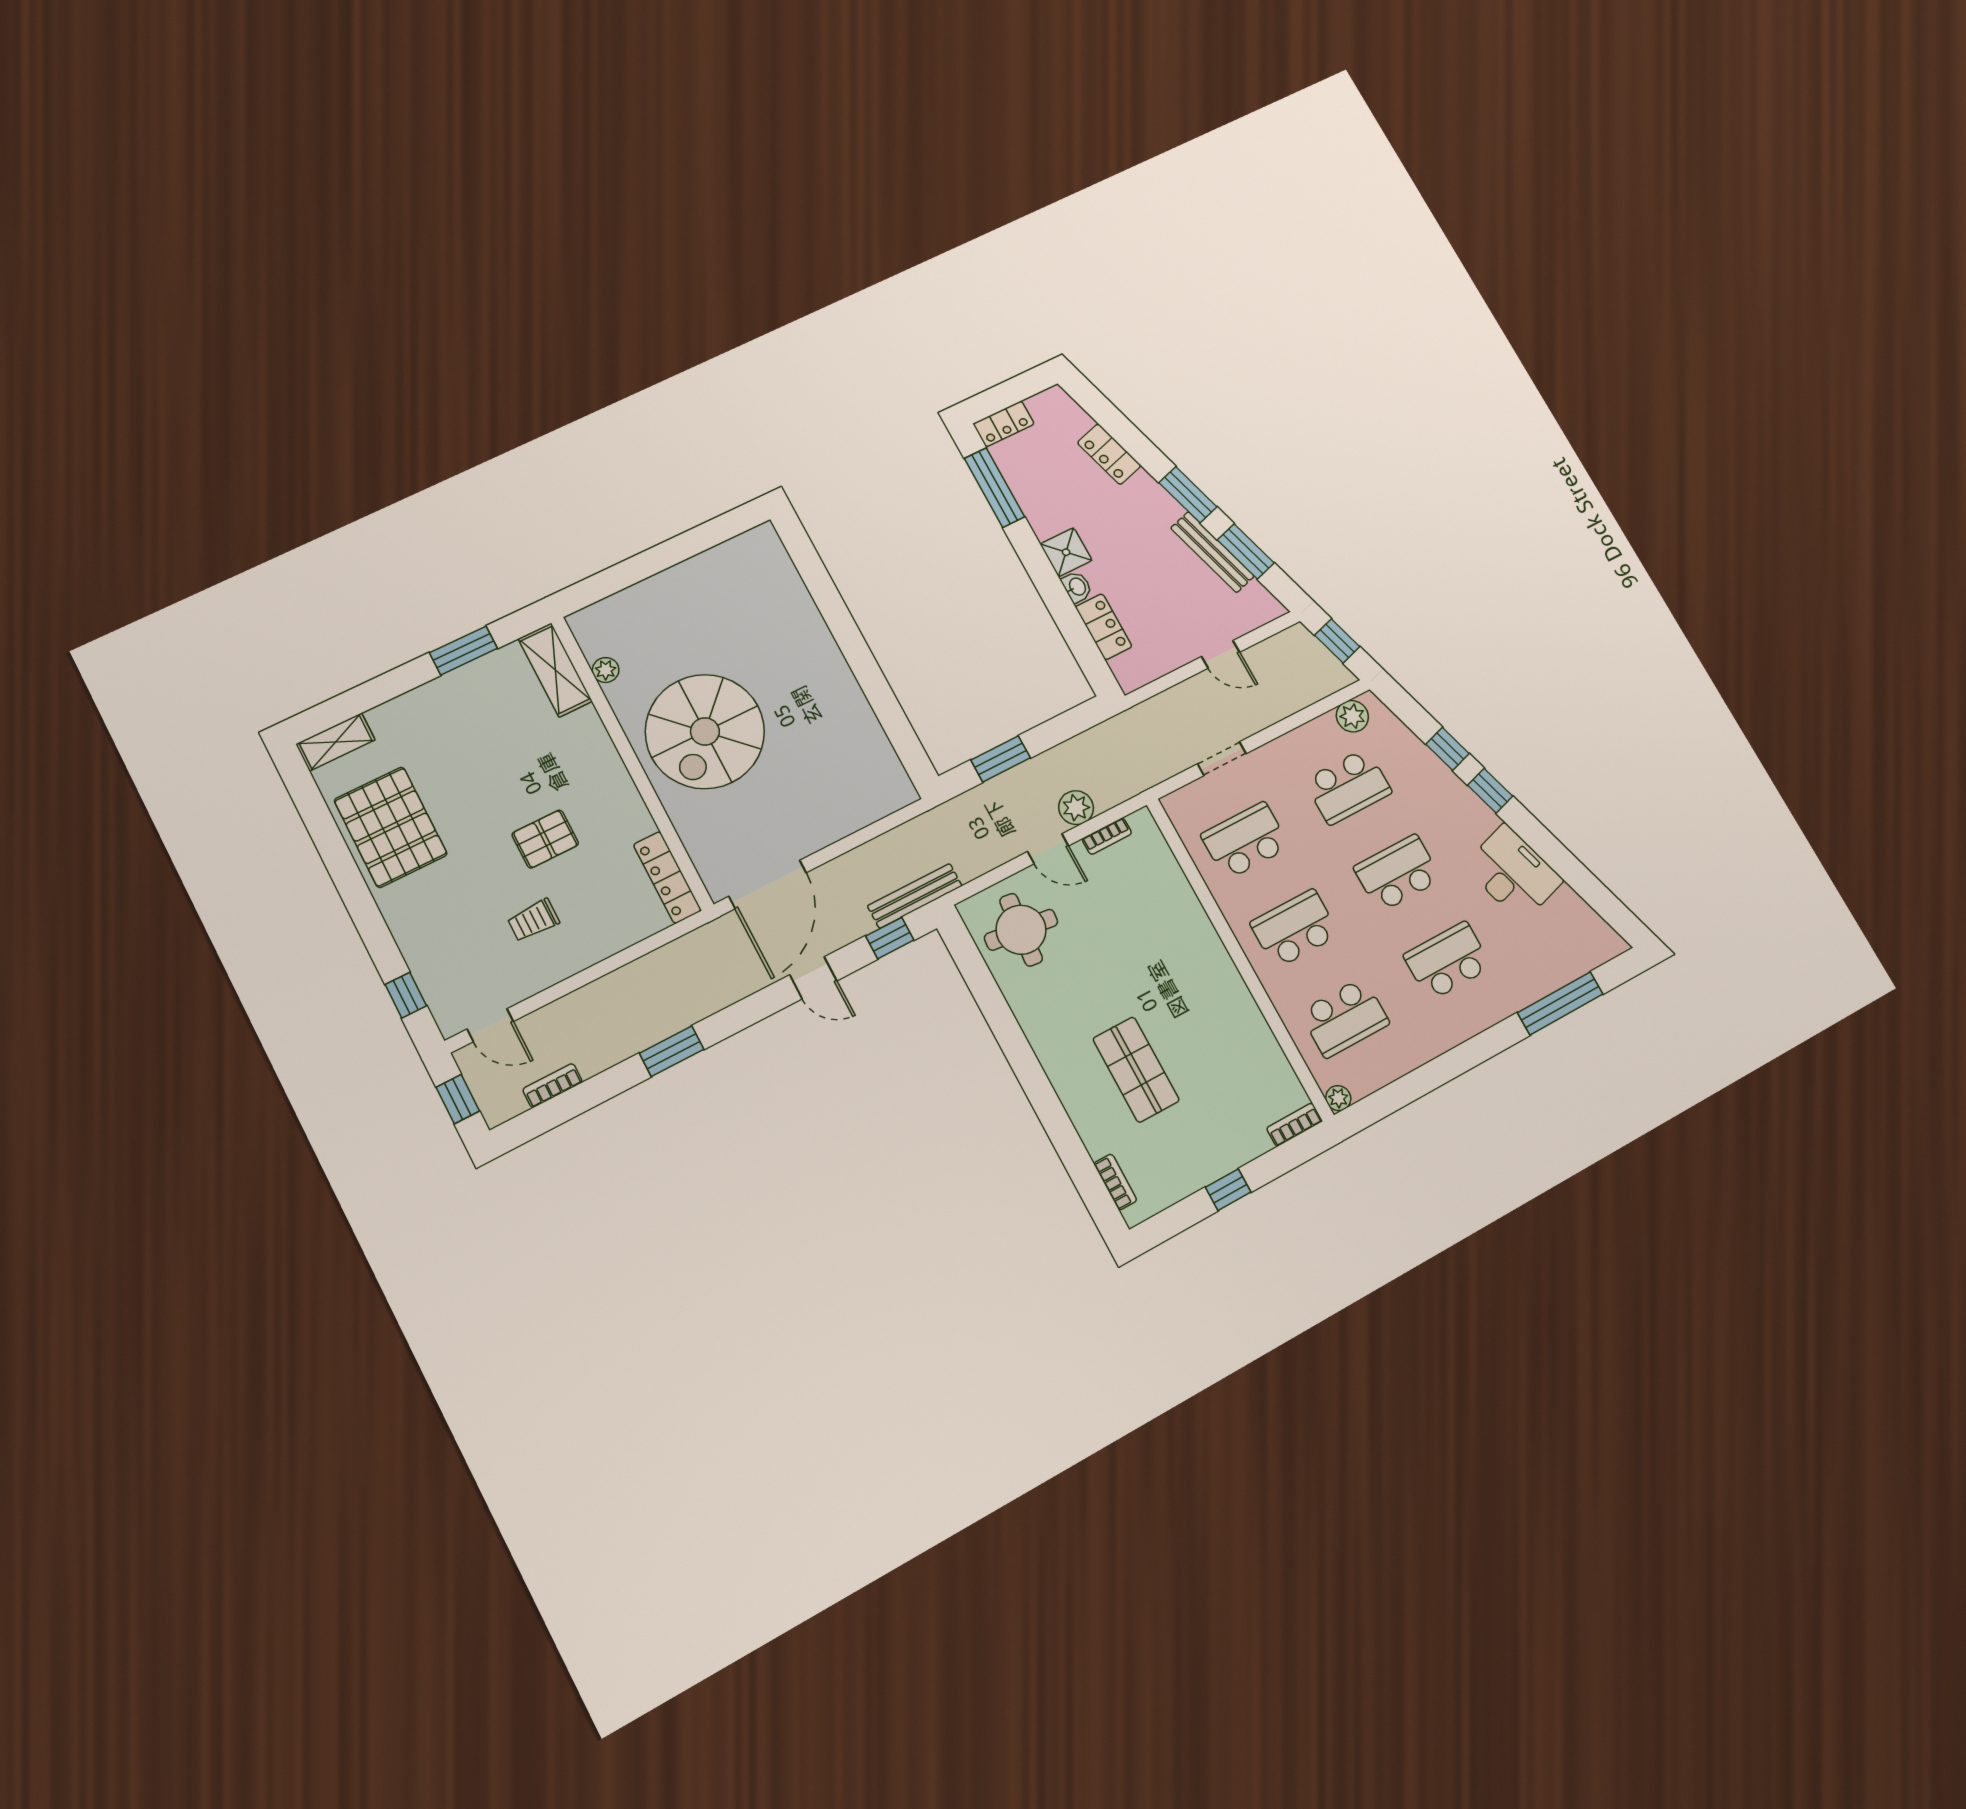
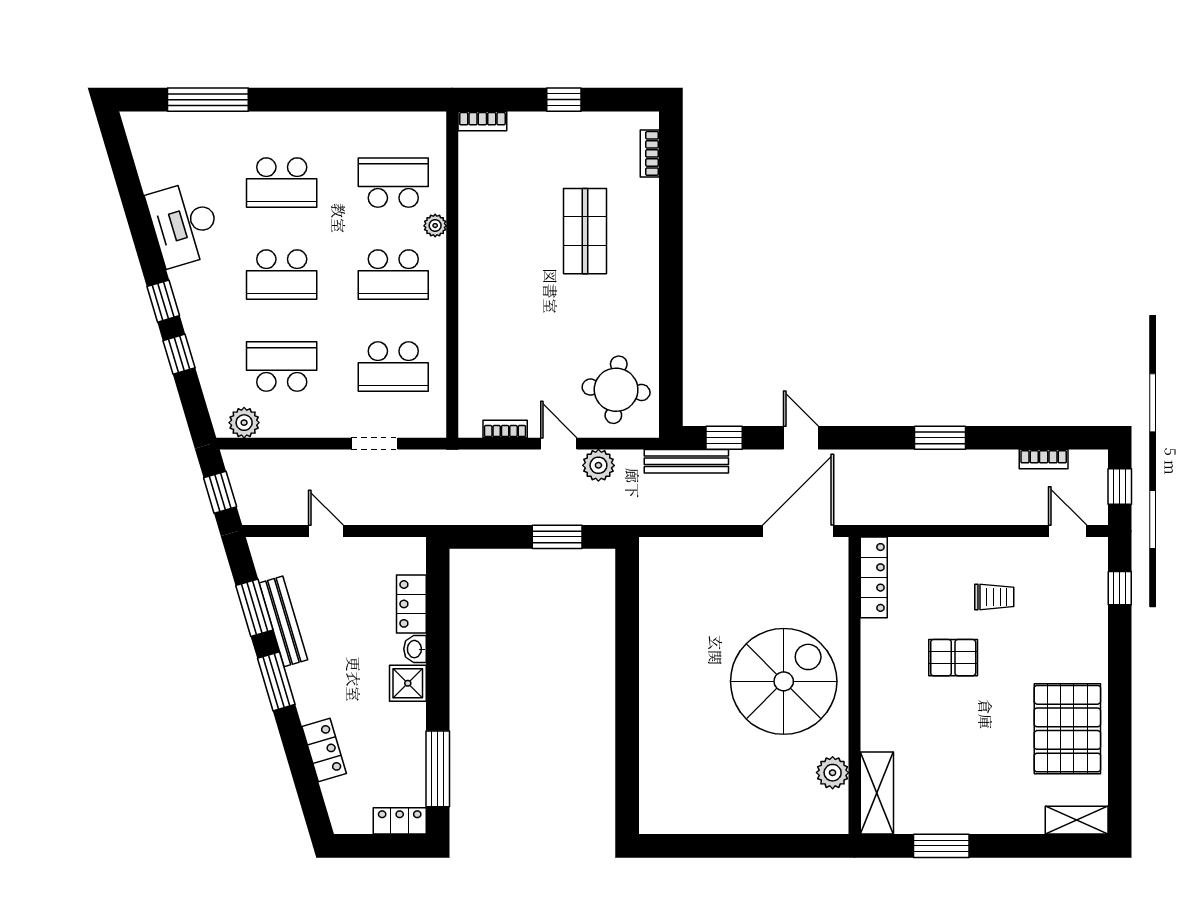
plant: (606, 670) -> (833, 773), width x1.38, depth x1.38
plant: (1076, 808) -> (598, 465), moved
plant: (1338, 1098) -> (435, 226), moved

